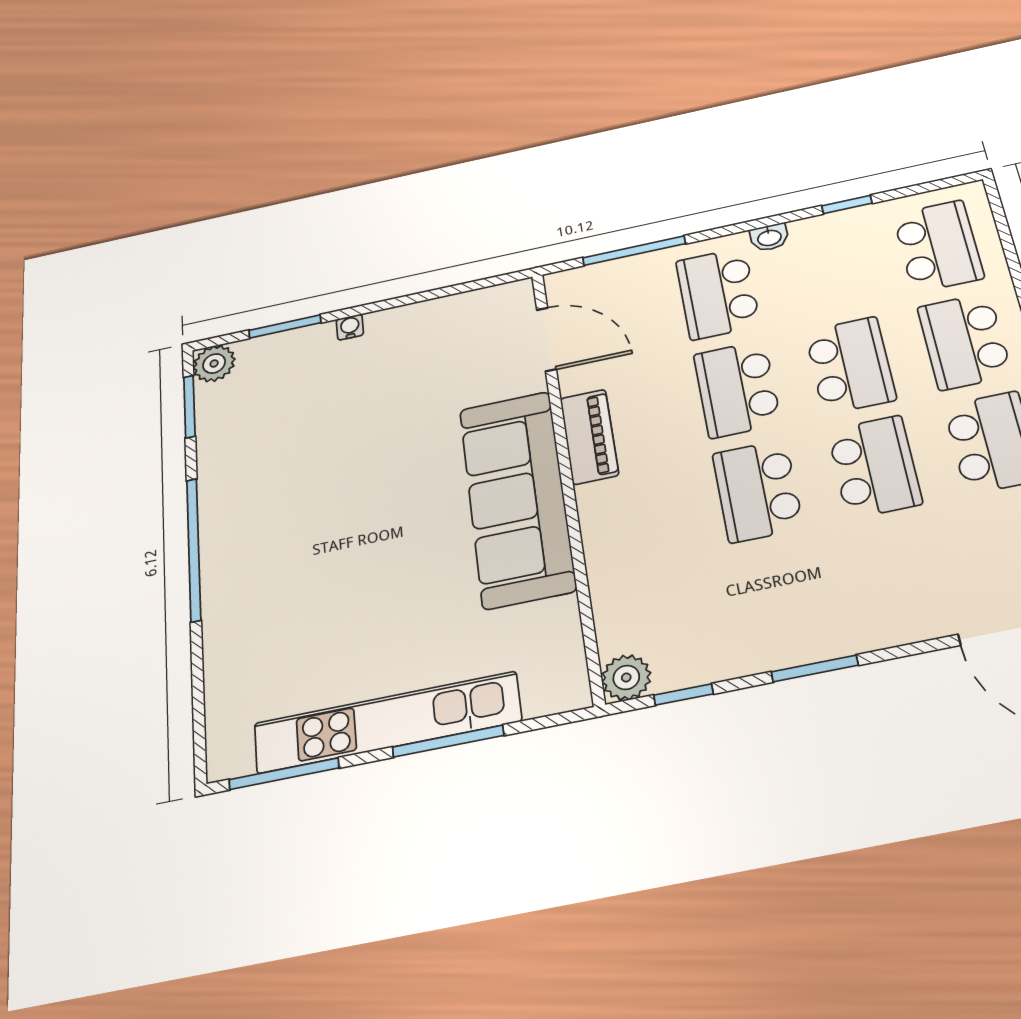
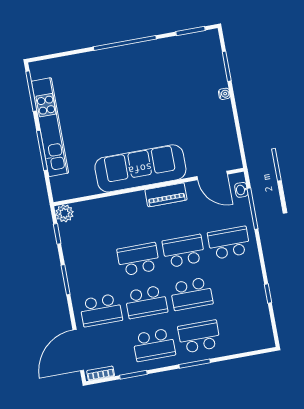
washbasin: (769, 237) -> (241, 190), moved
school desk: (938, 246) -> (101, 310), moved
door: (547, 339) -> (212, 175), hinge flipped
plant: (214, 364) -> (211, 38), removed

